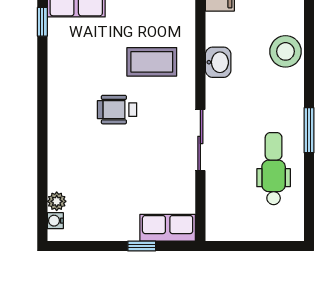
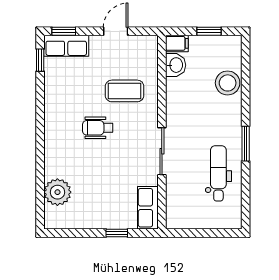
washbasin: (218, 62) -> (176, 65), moved
plant: (57, 201) -> (57, 192), width x1.88, depth x1.88
water cooler: (55, 221) -> (50, 213), removed
row of seats: (168, 228) -> (148, 208), moved, turned -90

